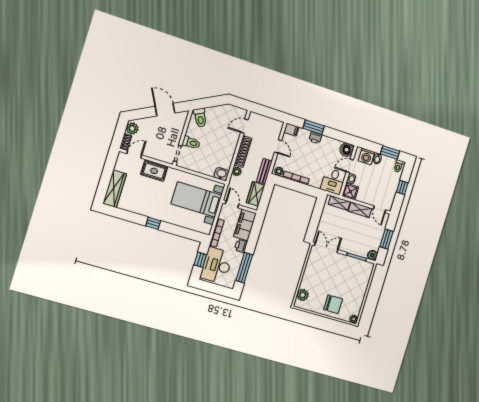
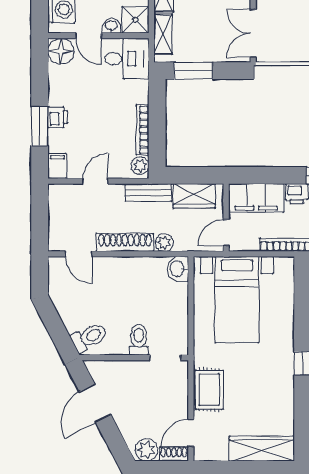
door: (134, 154) -> (191, 433), hinge flipped
window: (317, 213) -> (193, 71), added

